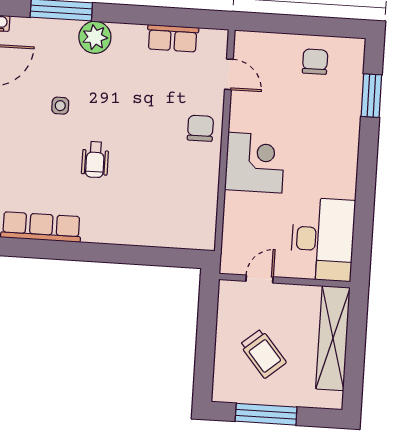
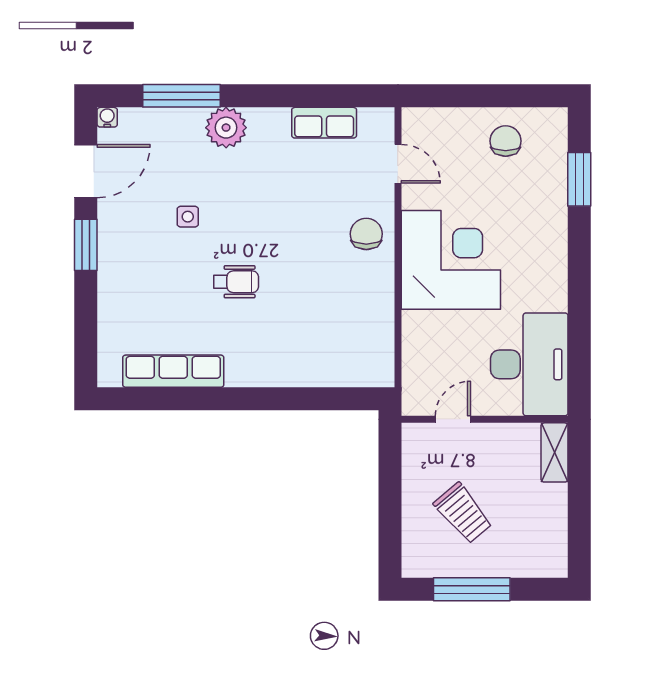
wheelchair: (95, 160) -> (236, 282), turned -90
corner desk: (255, 163) -> (451, 260), width x1.36, depth x1.36
shelving: (333, 338) -> (555, 452), width x0.45, depth x0.75

